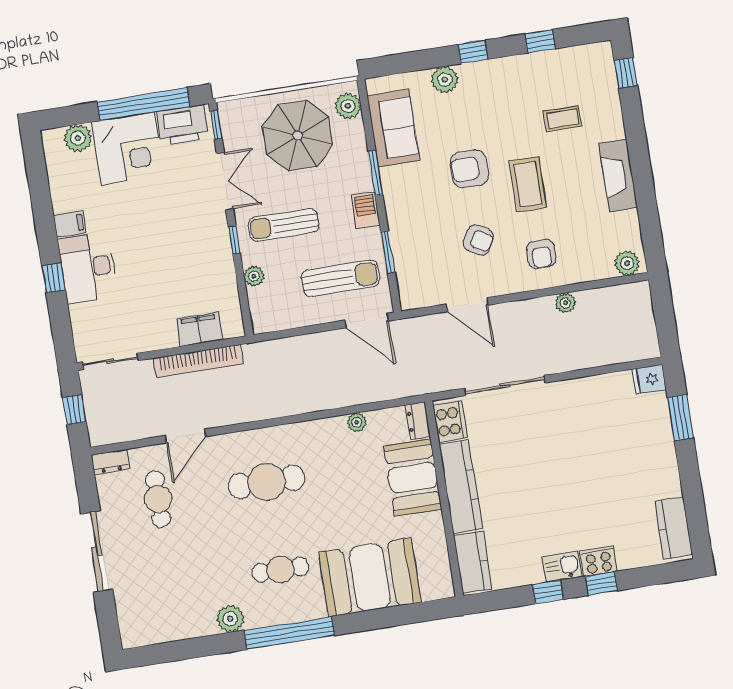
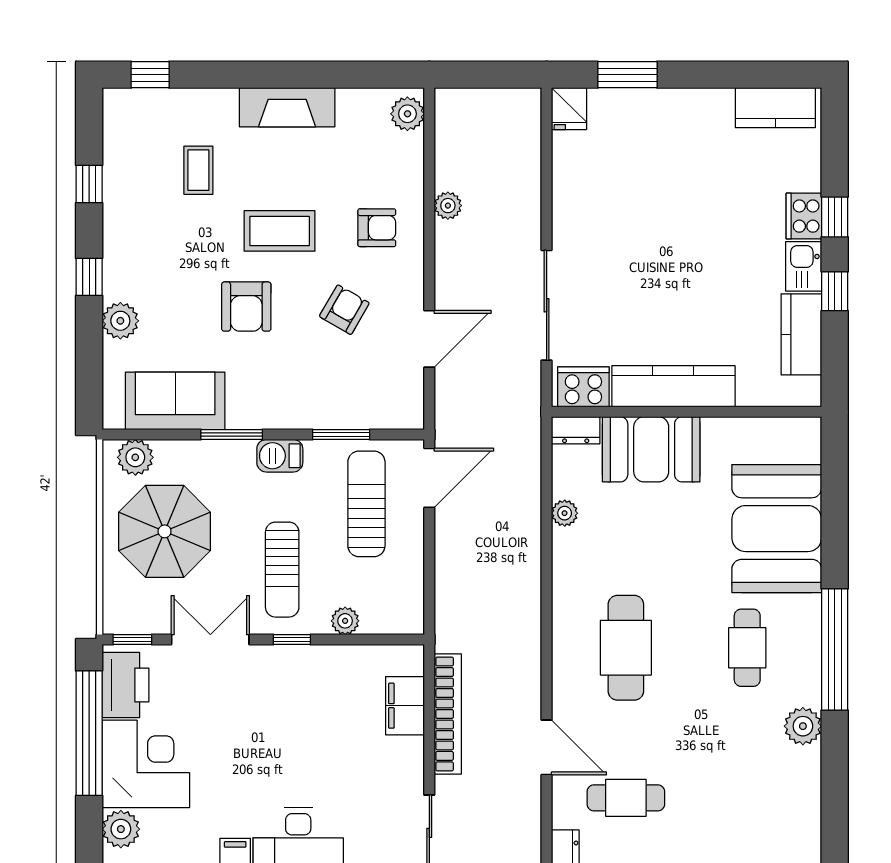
kitchen counter: (473, 562) -> (801, 334), moved, turned -90

